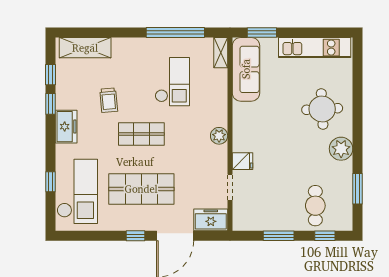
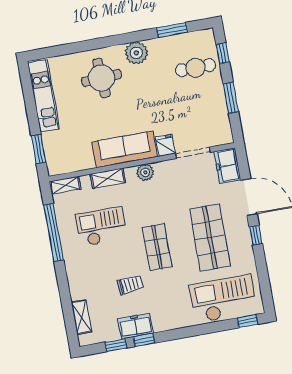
shelving: (85, 48) -> (81, 317), width x0.67, depth x0.75
sofa: (246, 69) -> (125, 149), moved
shelving: (220, 97) -> (108, 178), added
freezer: (66, 127) -> (136, 326), moved
window: (50, 182) -> (247, 321), moved
doorway: (230, 187) -> (193, 153), width x1.38

